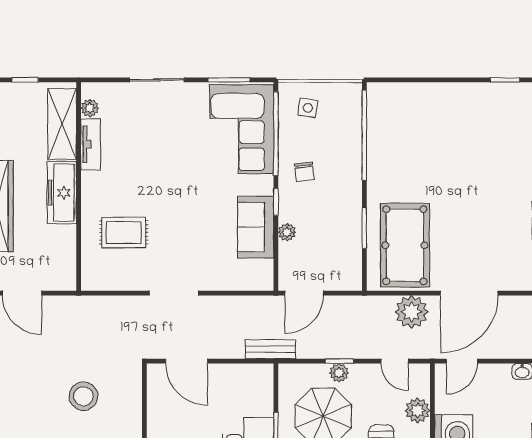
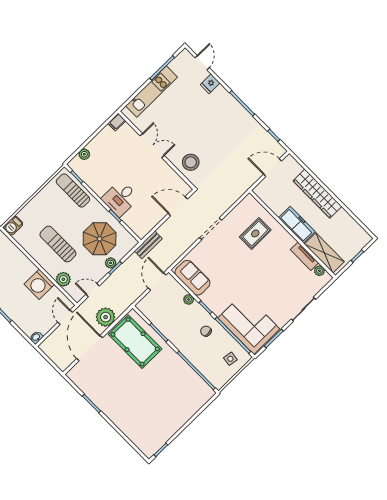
sofa: (256, 227) -> (192, 278), moved
stool: (83, 396) -> (191, 162), moved

